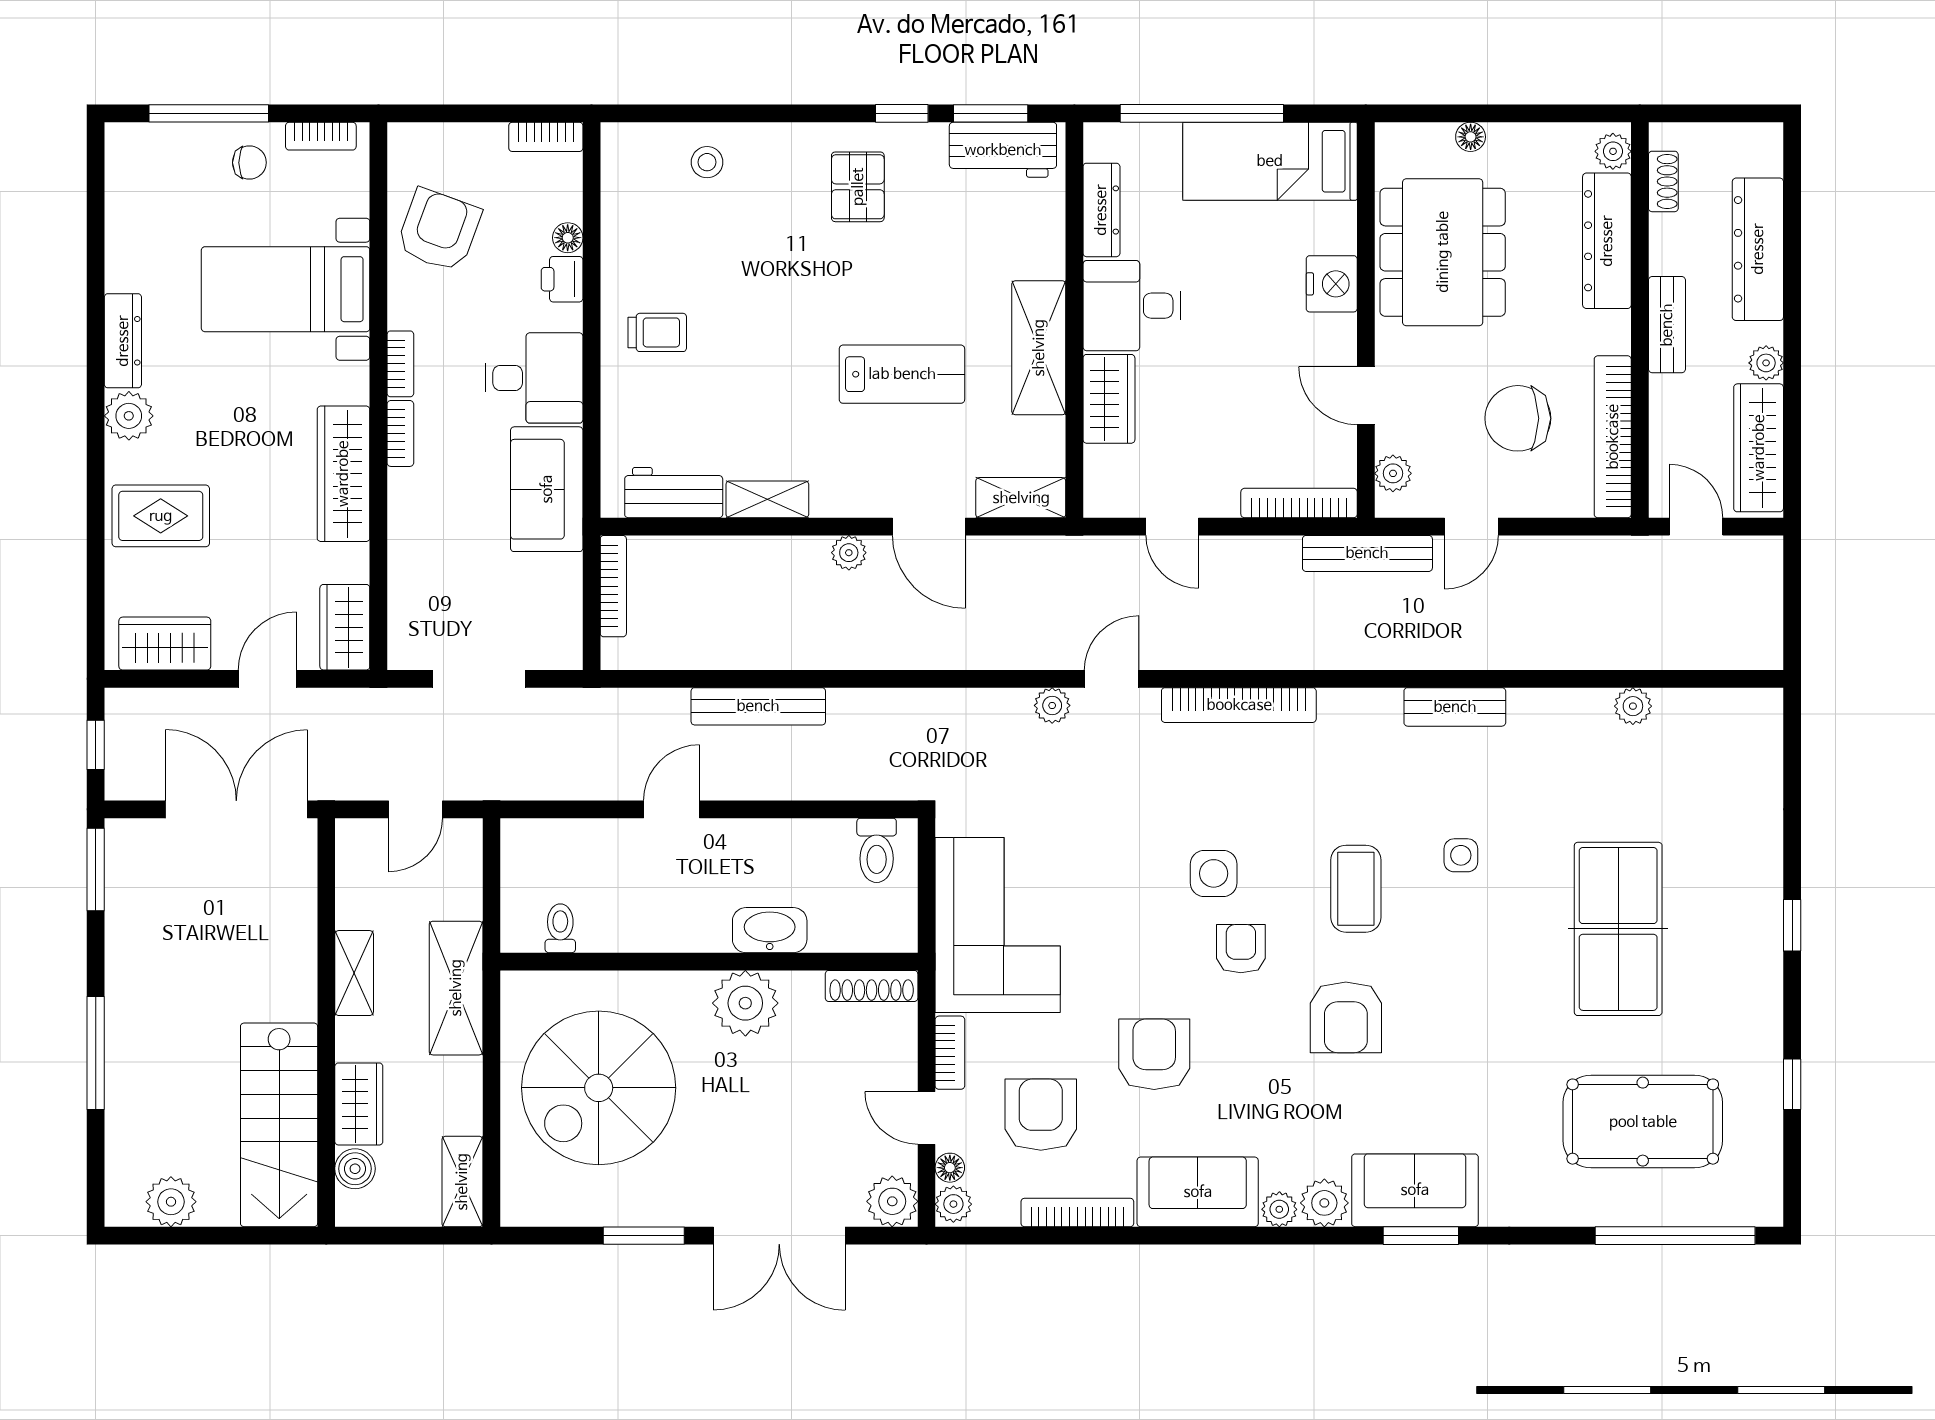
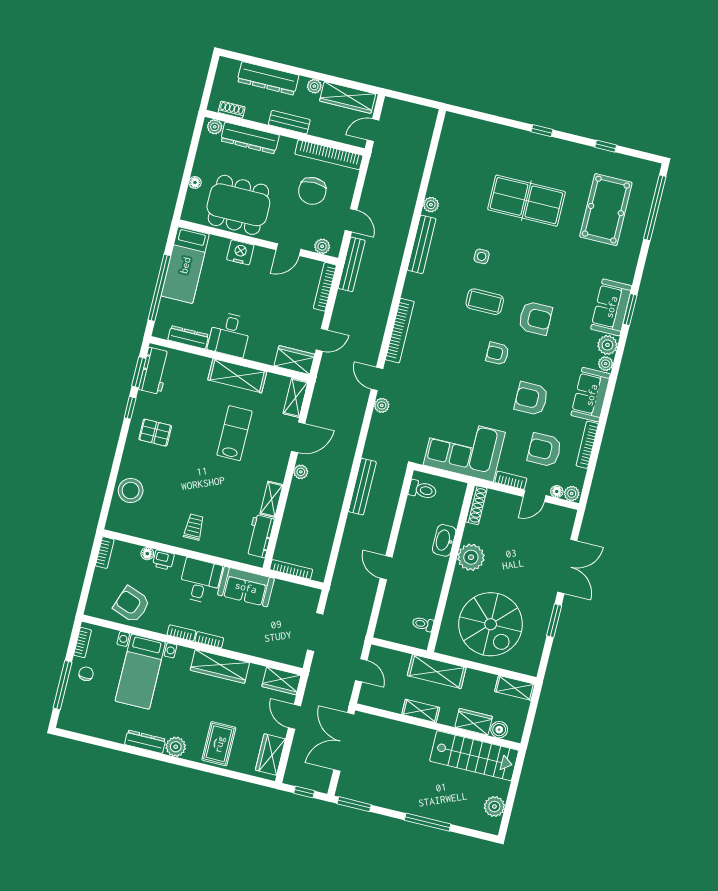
stool: (707, 162) -> (131, 491), width x1.89, depth x1.89
wardrobe: (1109, 399) -> (294, 360), moved
bench: (758, 706) -> (362, 487), moved
plant: (1633, 706) -> (431, 205), moved
bench: (1455, 707) -> (422, 244), width x1.36
side table: (1214, 873) -> (465, 357), removed
plant: (892, 1201) -> (565, 518), removed

